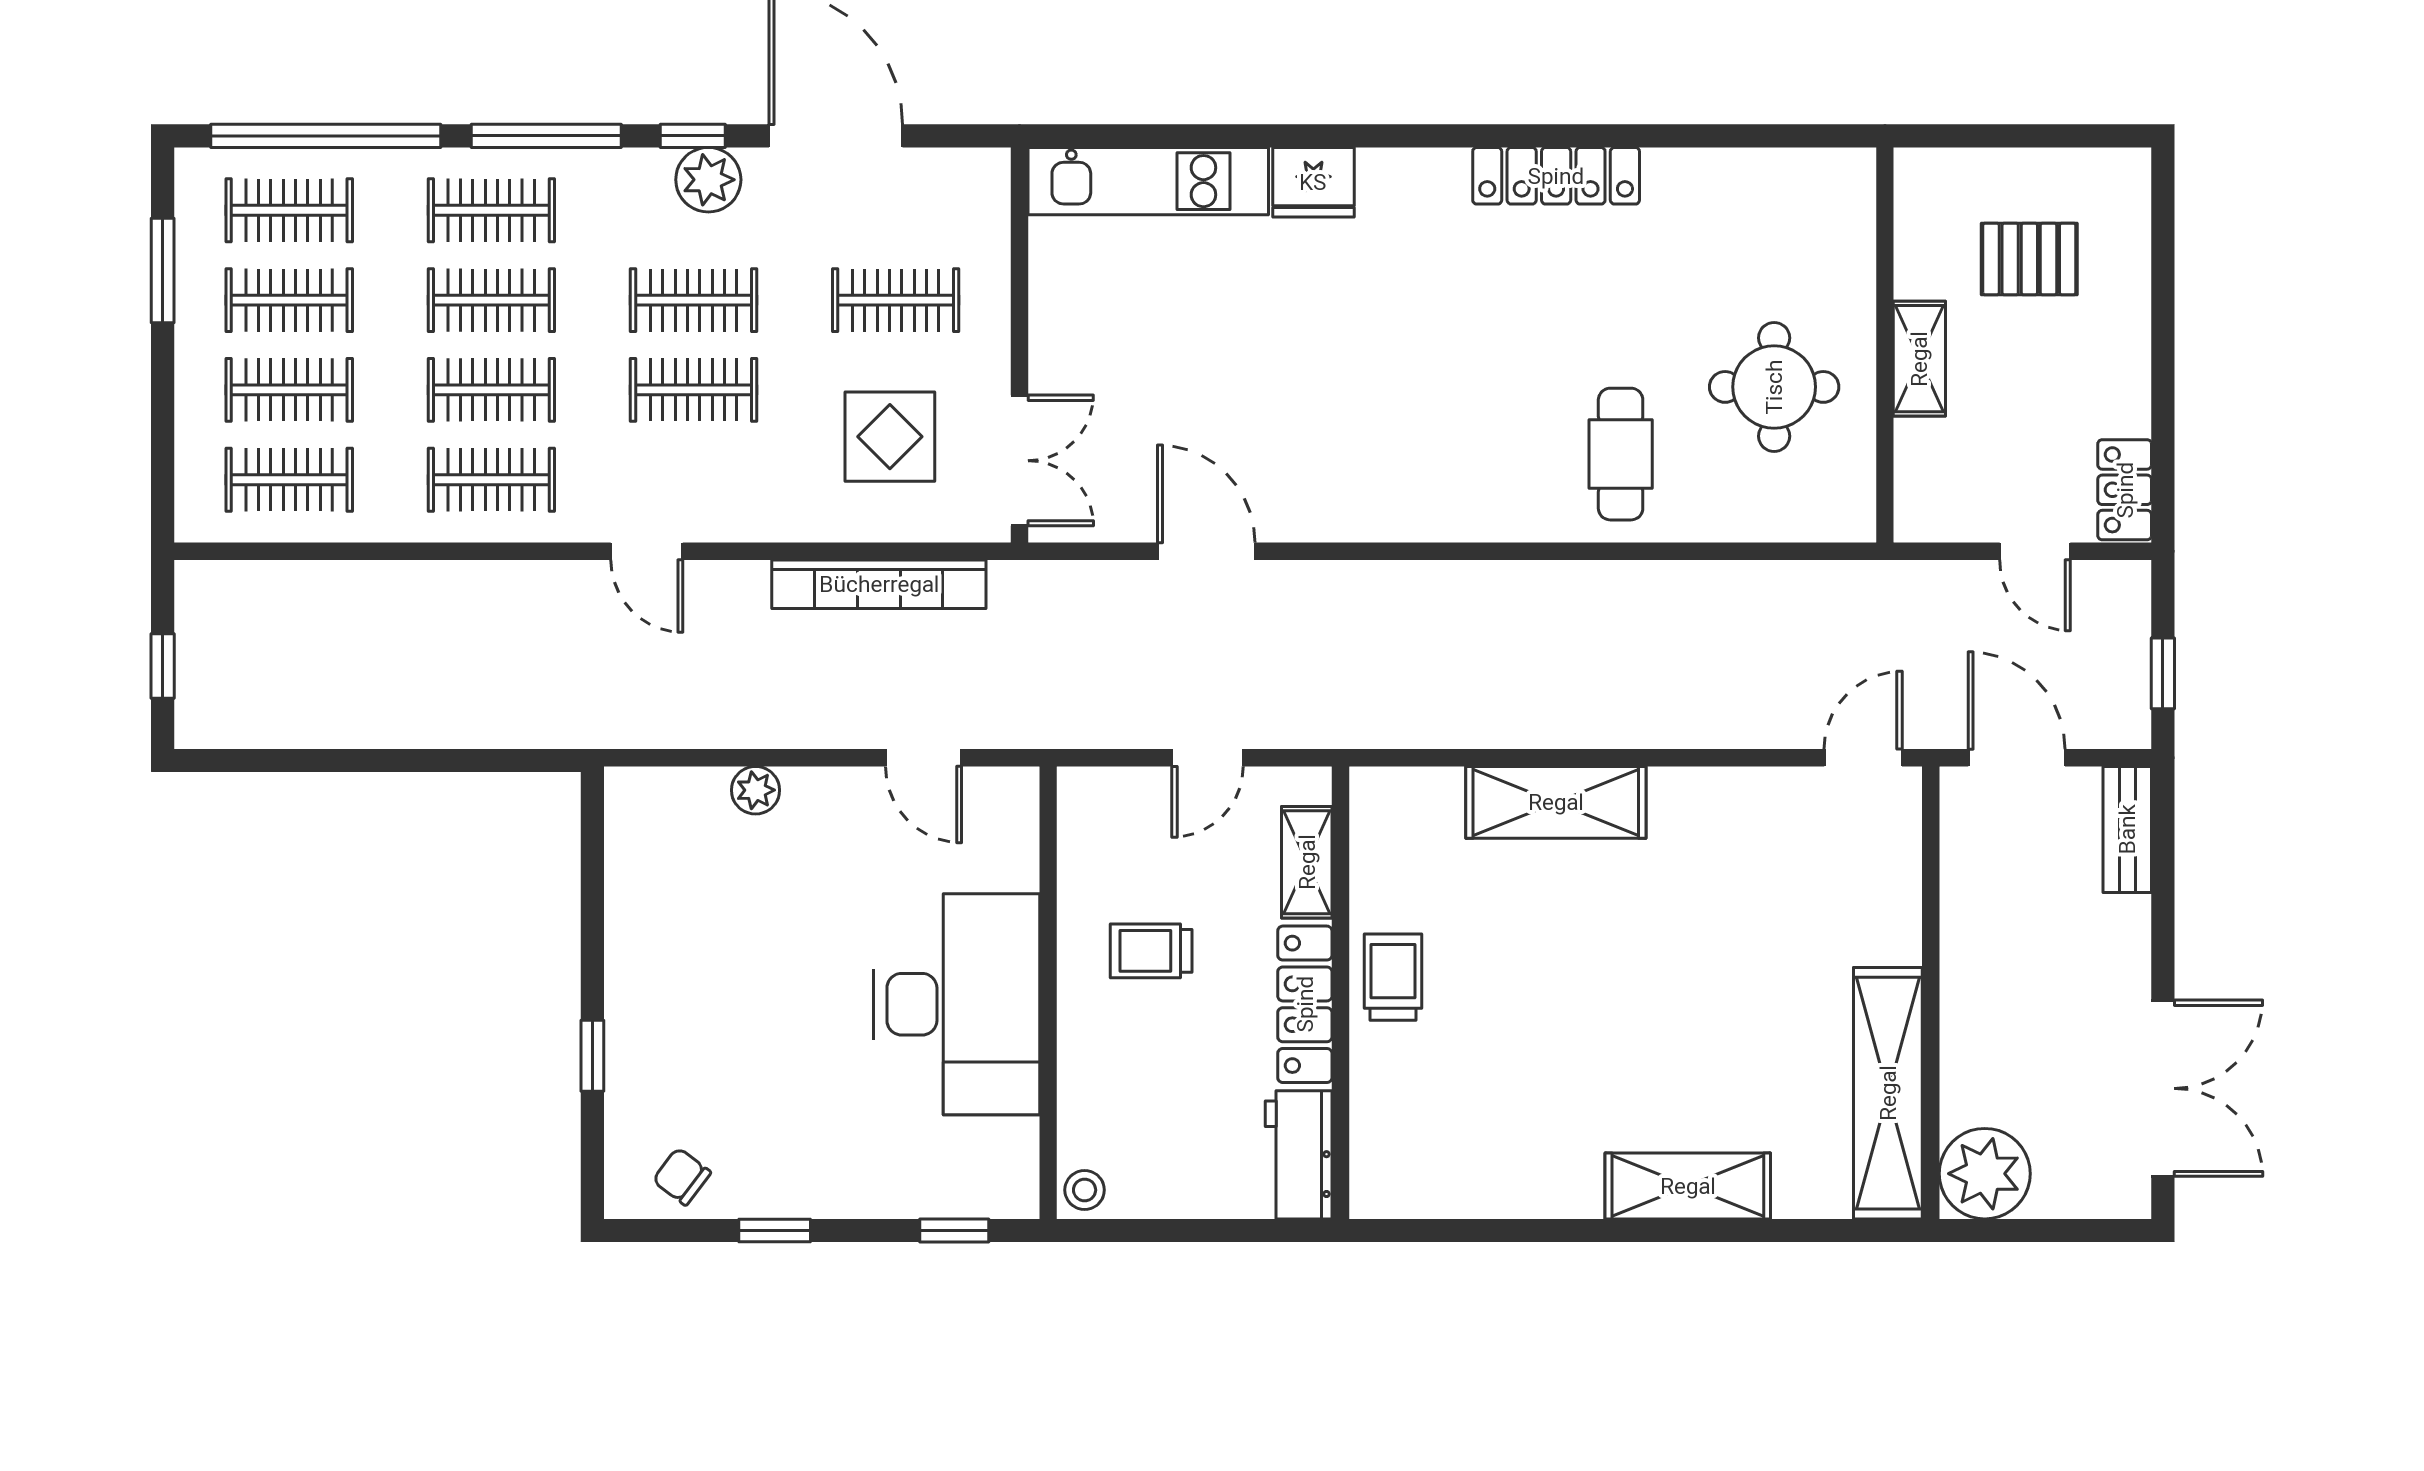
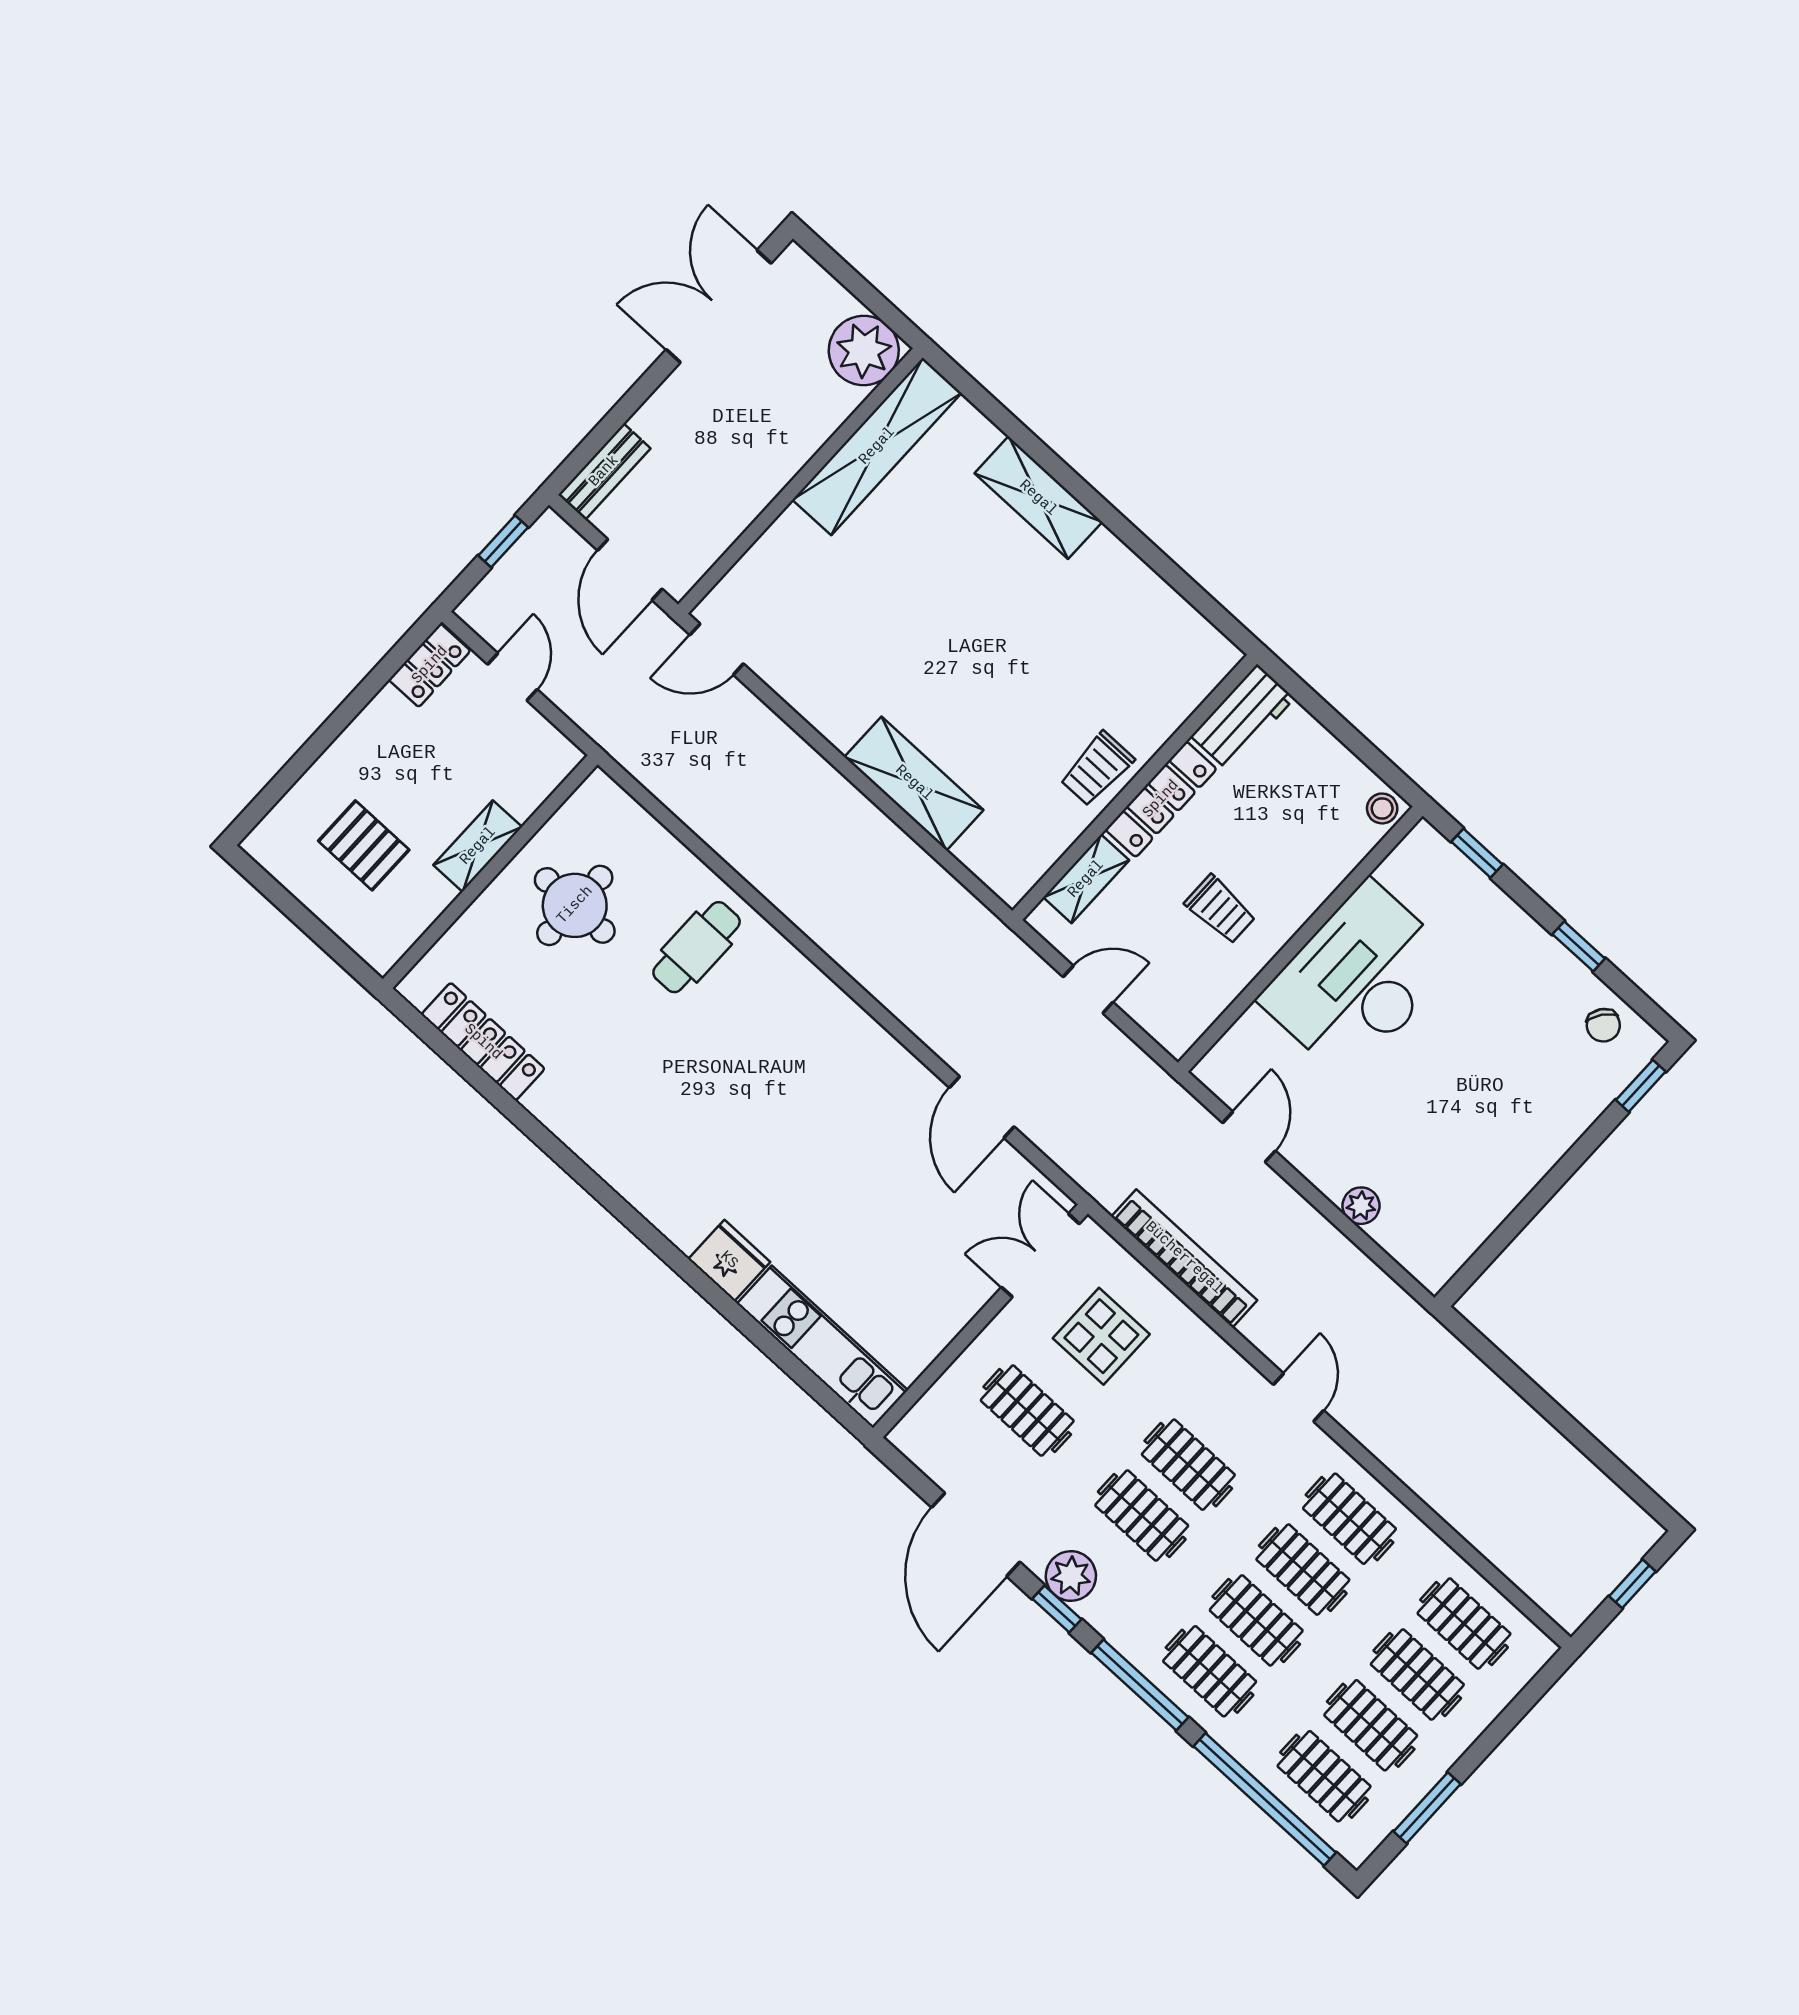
locker: (1556, 176) -> (483, 1042), moved
window: (592, 1056) -> (1641, 1086), moved

